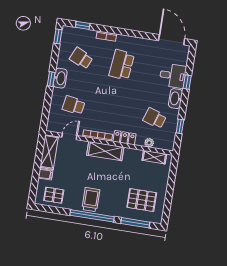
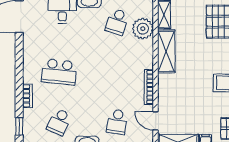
locker: (124, 138) -> (146, 54), removed
plant: (149, 143) -> (143, 29), width x1.87, depth x1.87
shelving: (105, 151) -> (166, 51), moved

